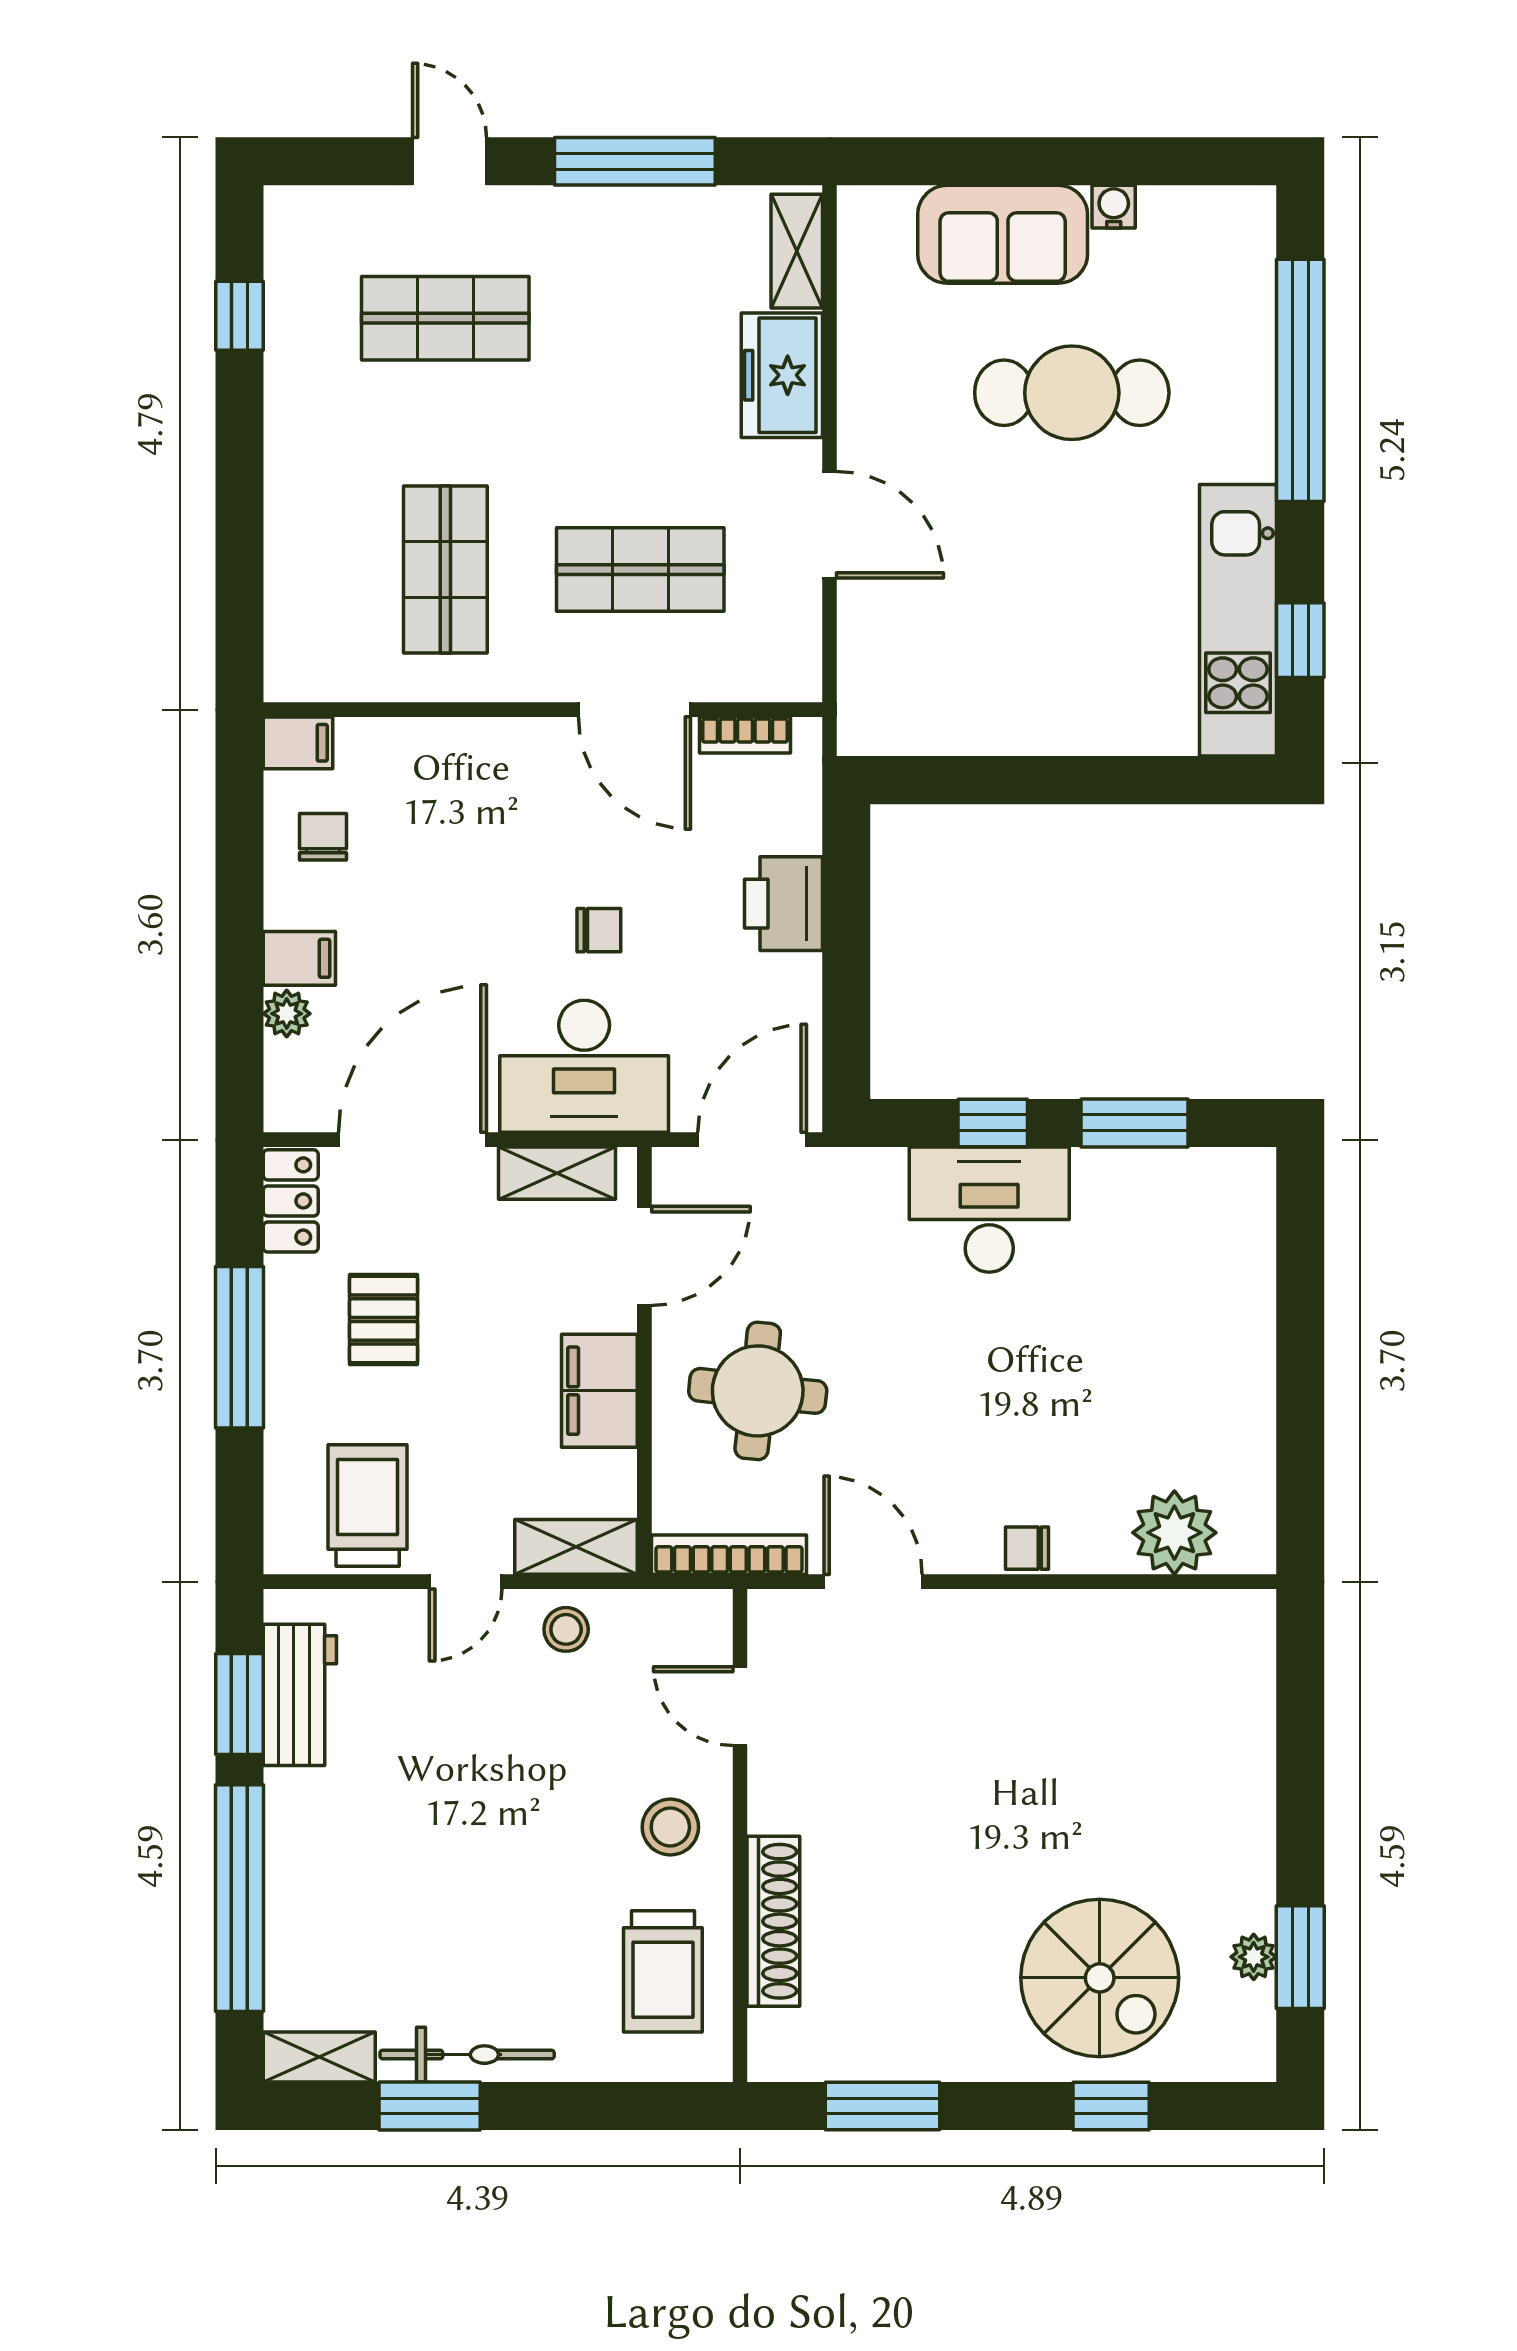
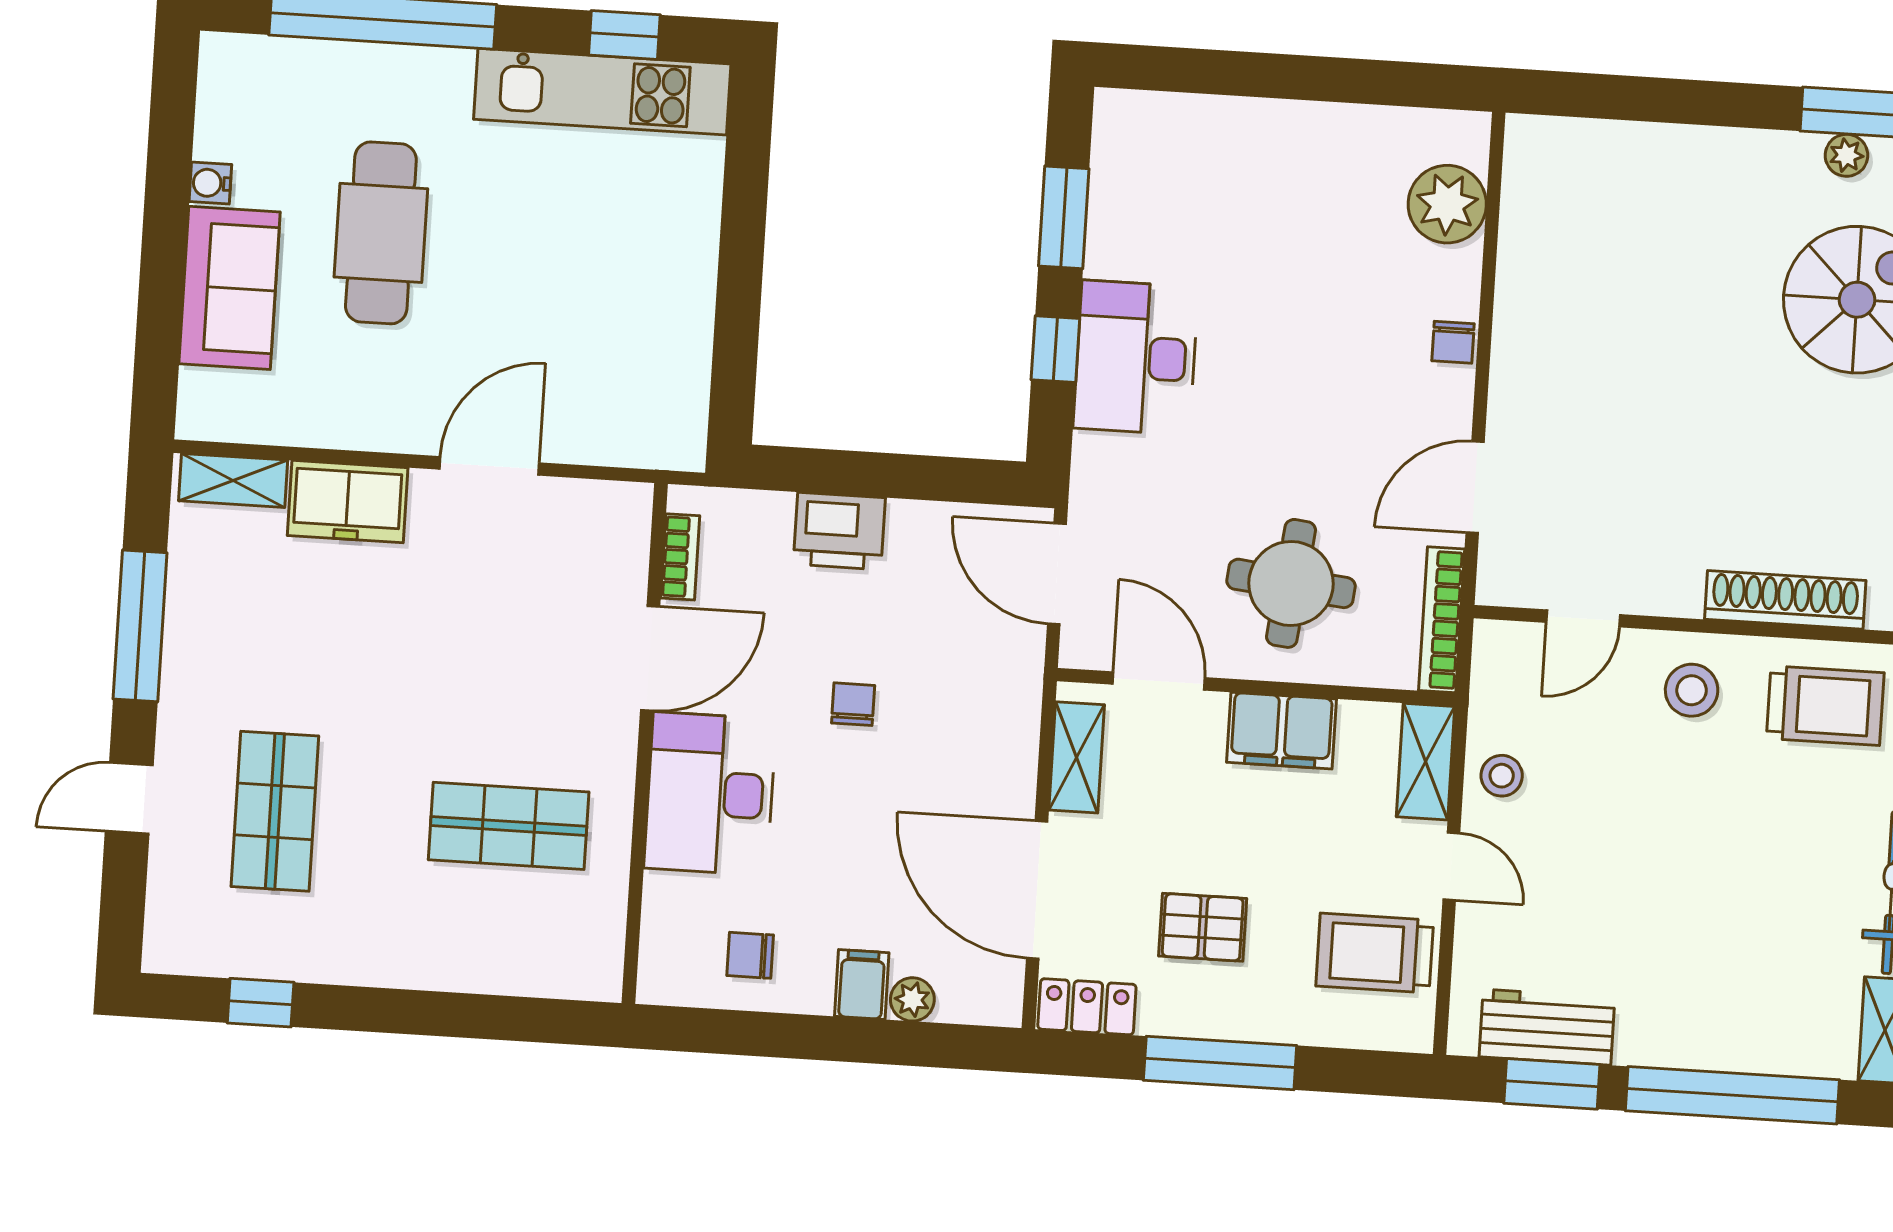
shop shelf: (640, 570) -> (520, 645), removed
filing cabinet: (298, 743) -> (661, 973), removed
desk: (584, 1066) -> (710, 794), moved, turned 180

